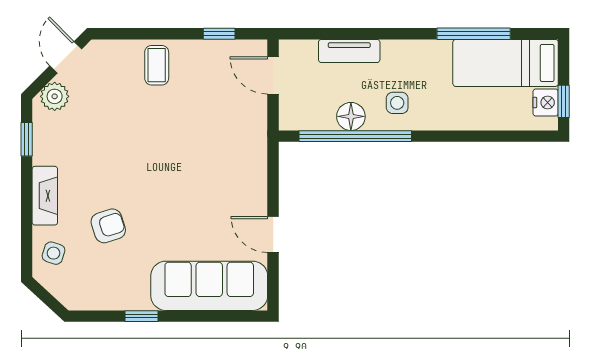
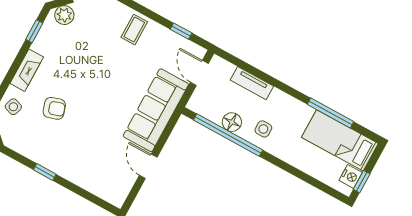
sofa: (209, 286) -> (156, 110), moved, turned -90

